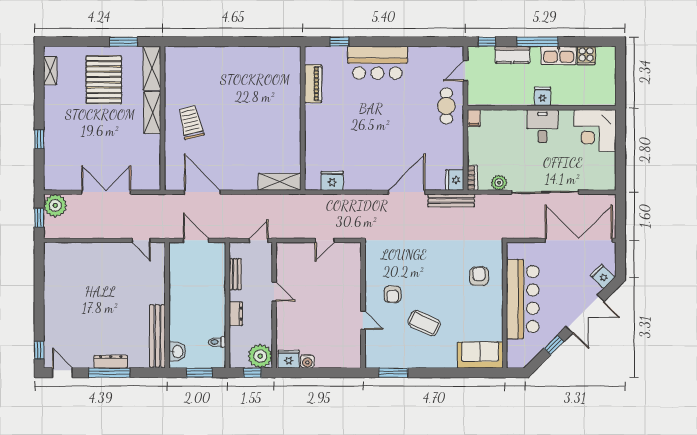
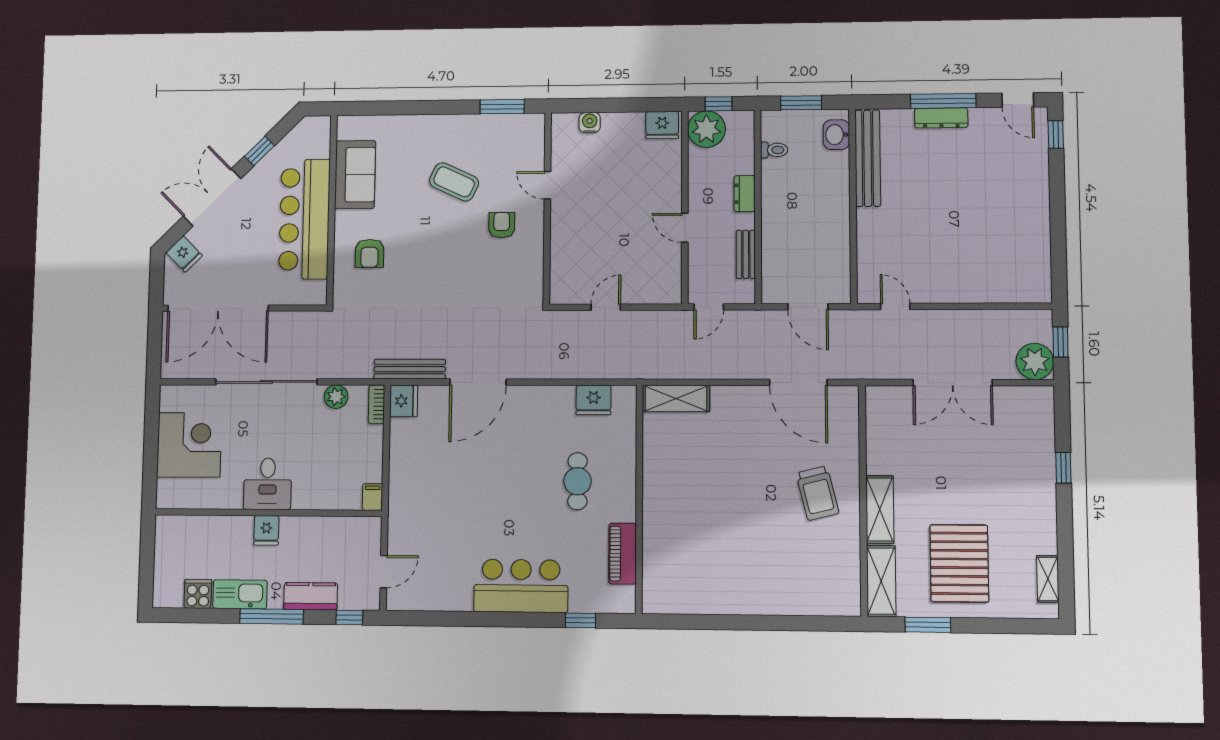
cafe table: (446, 106) -> (578, 481), moved
corner desk: (595, 131) -> (189, 445), moved
sofa: (480, 355) -> (355, 175), moved, turned -90
water cooler: (307, 361) -> (590, 123), moved

